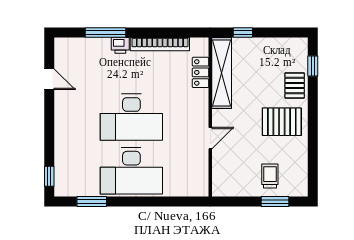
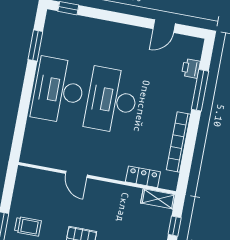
printer: (120, 45) -> (191, 68), moved
shelving: (222, 73) -> (158, 199), width x0.45, depth x0.75

